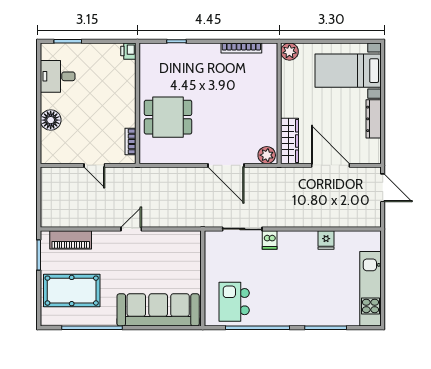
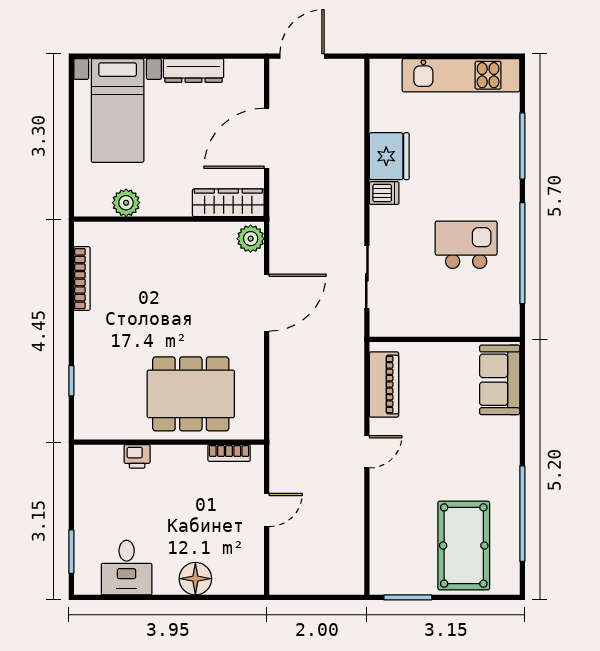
printer: (128, 51) -> (137, 456), moved
plant: (289, 52) -> (126, 203), moved
dining table: (168, 117) -> (191, 394), width x1.38
door: (131, 229) -> (367, 452), swing flipped
piano: (71, 240) -> (384, 384), moved
dishwasher: (270, 240) -> (384, 193), moved
fridge: (326, 240) -> (389, 156), width x1.88, depth x1.34
kitchen island: (234, 302) -> (466, 245), moved, turned 180
sofa: (158, 310) -> (500, 380), width x0.54, depth x0.79

